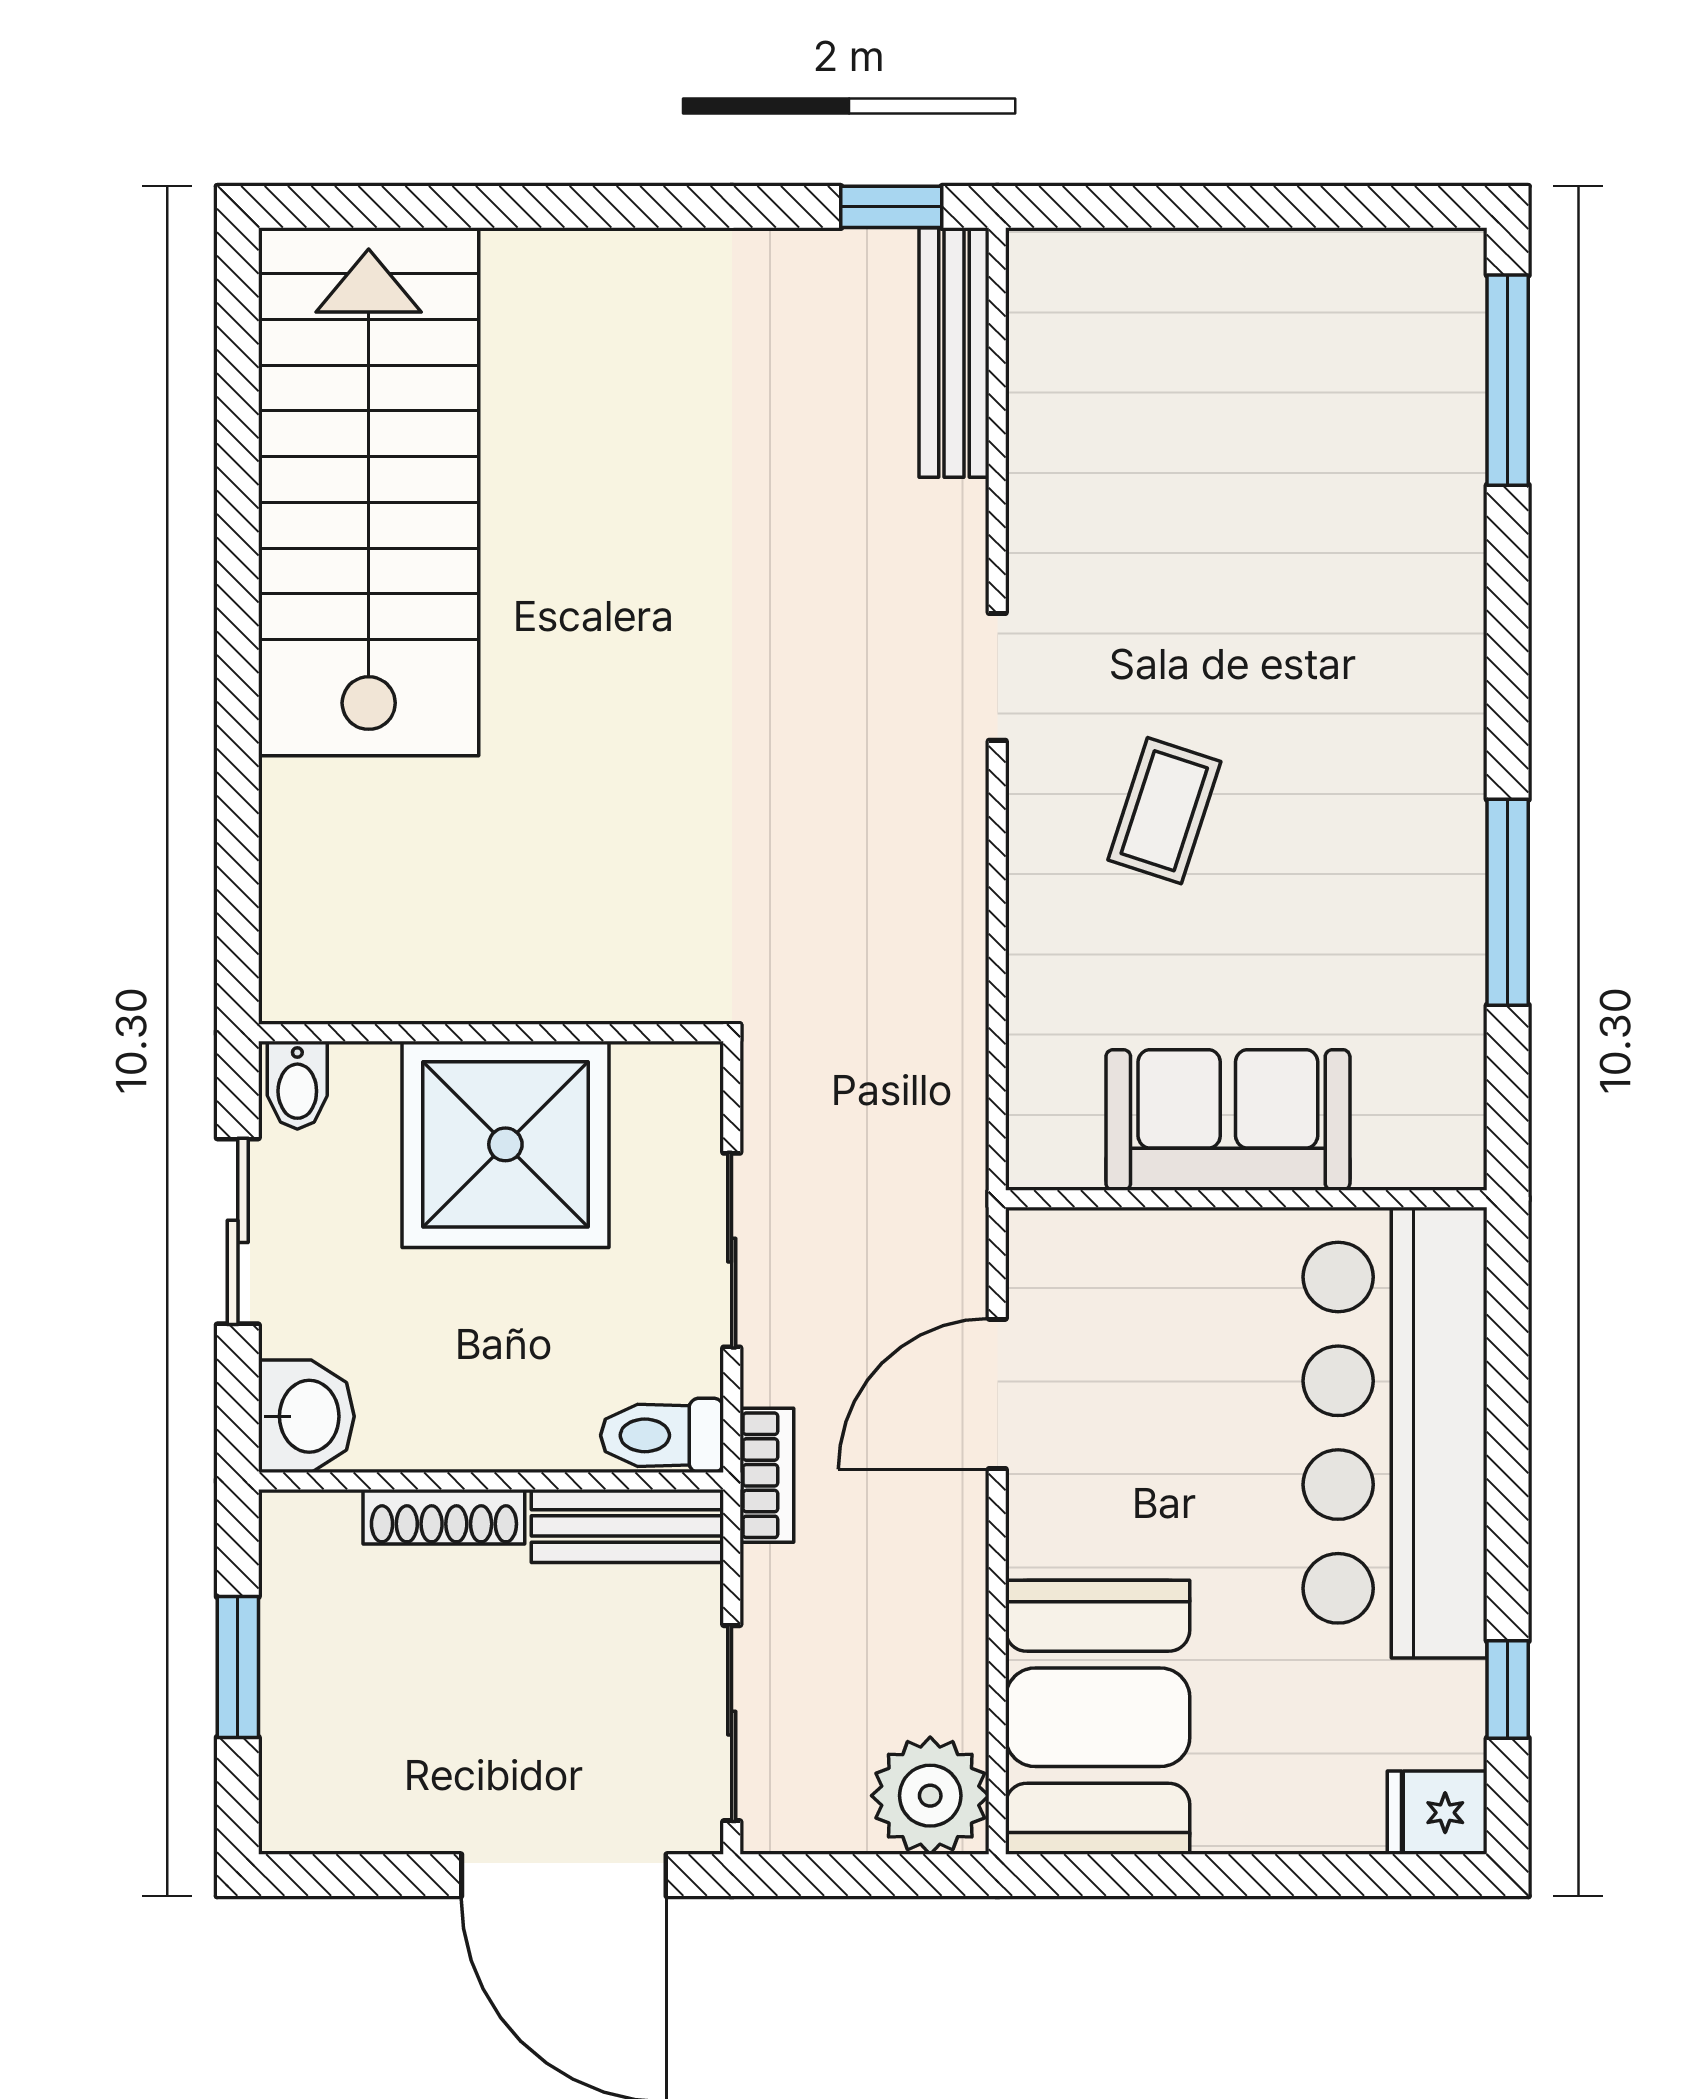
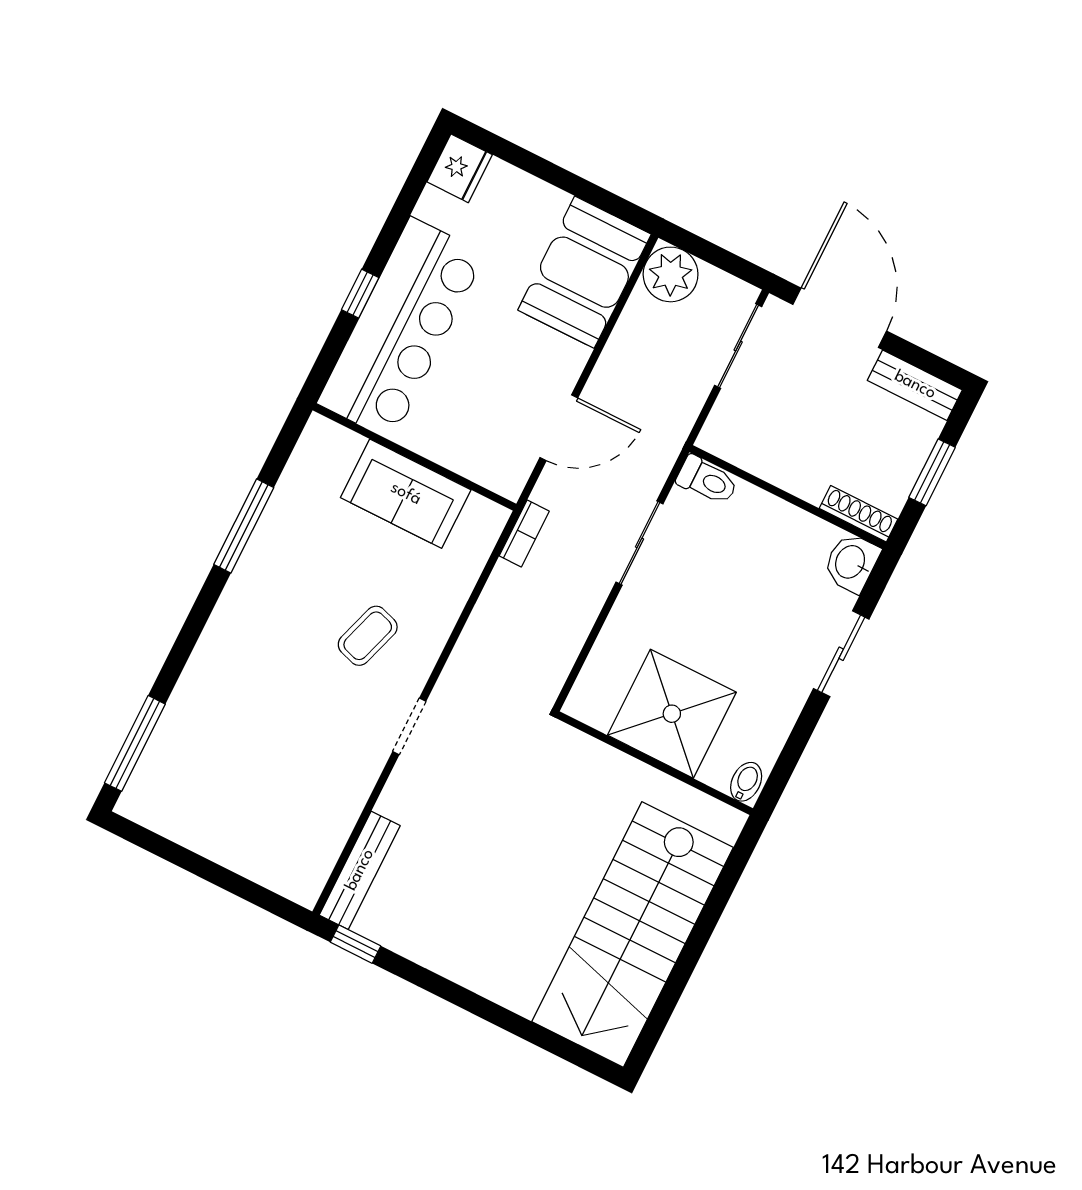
wall: (491, 1033) -> (655, 763), moved
bidet: (297, 1085) -> (746, 782), moved
shower: (505, 1144) -> (672, 714), moved
bookcase: (767, 1475) -> (524, 533), moved, turned 180
shoe rack: (444, 1517) -> (858, 514), moved
bench: (627, 1526) -> (915, 385), moved
window: (1508, 1689) -> (360, 294), moved
fridge: (1437, 1813) -> (460, 168), width x1.38

